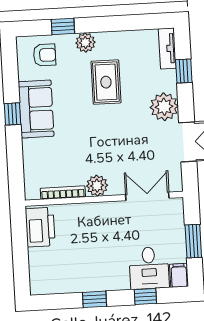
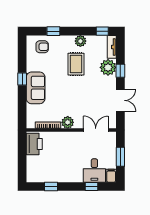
window: (149, 22) -> (102, 31), added
plant: (85, 43) -> (80, 41), moved
window: (184, 71) -> (120, 71), moved
plant: (164, 107) -> (108, 67), moved
sofa: (36, 109) -> (36, 88), moved
window: (94, 299) -> (51, 187), moved

